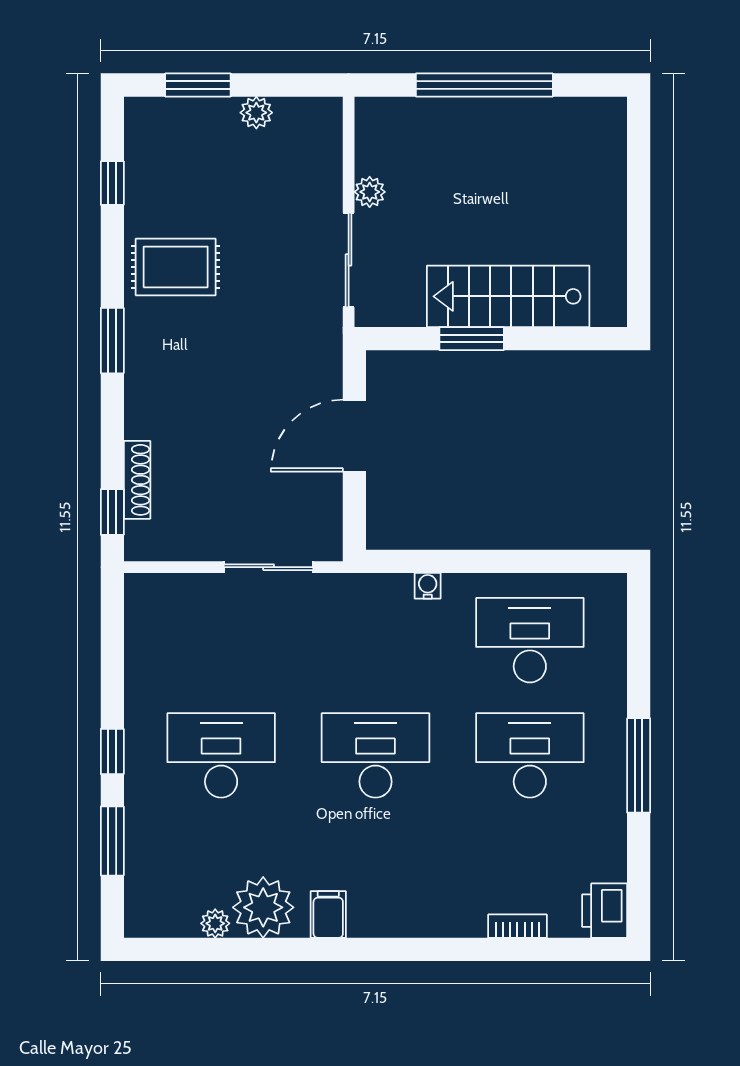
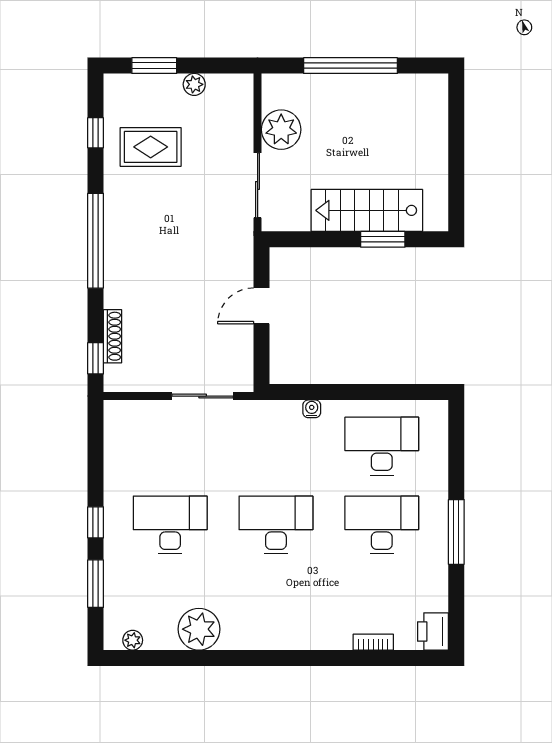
plant: (370, 192) -> (281, 130), width x1.88, depth x1.88
rug: (176, 267) -> (151, 147), moved
window: (472, 339) -> (383, 239), moved
window: (112, 341) -> (96, 241), width x2.11
door: (354, 436) -> (261, 306), width x0.73
filing cabinet: (328, 914) -> (244, 634), removed
plant: (215, 923) -> (133, 640), moved

